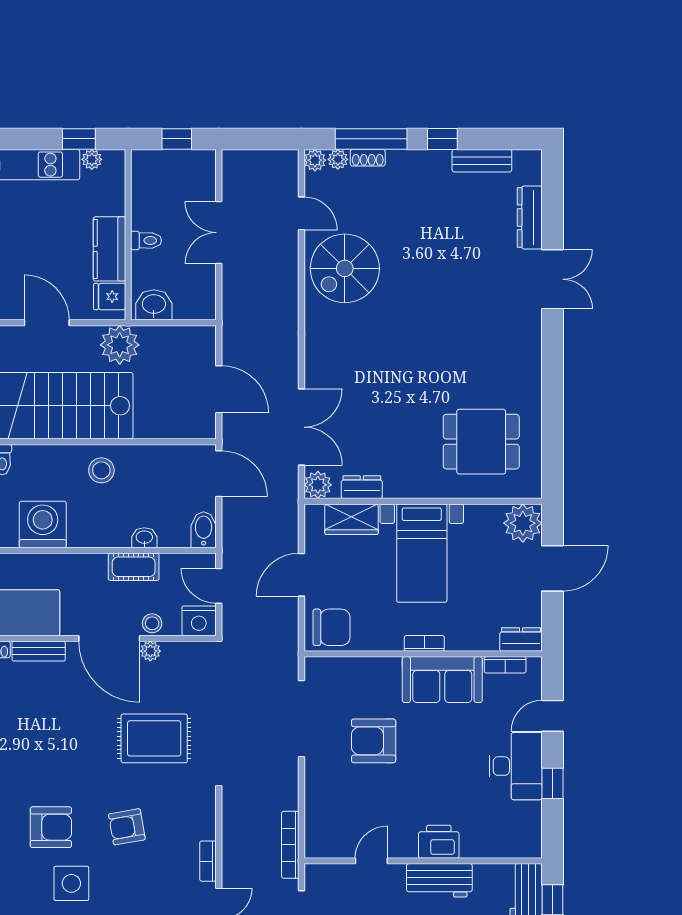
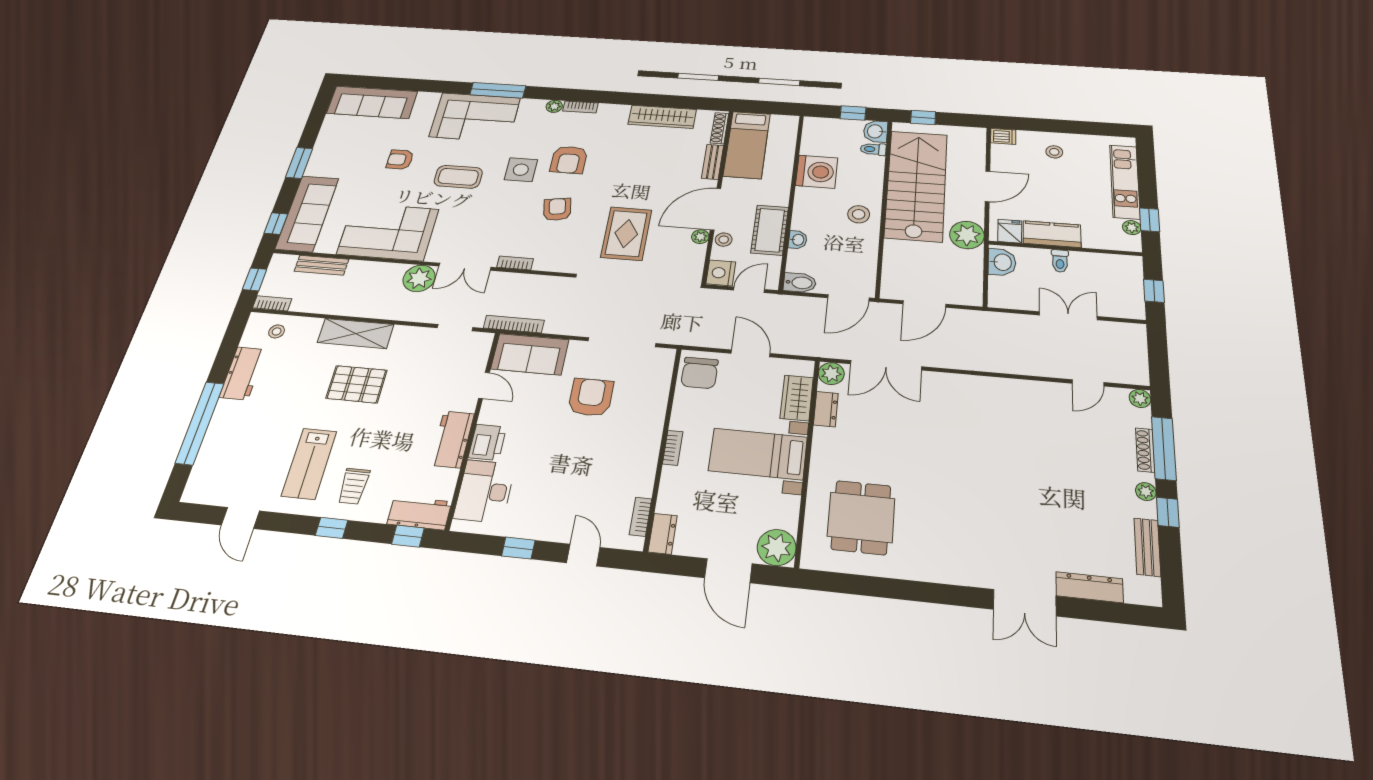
shoe rack: (368, 158) -> (1145, 450), width x1.43
plant: (338, 159) -> (1146, 492), moved
spiral stairs: (345, 268) -> (1035, 414), removed
cot: (134, 567) -> (770, 230), width x1.37, depth x1.34
sofa: (442, 680) -> (530, 354), moved, turned -90
desk: (516, 766) -> (485, 491), moved, turned 90

